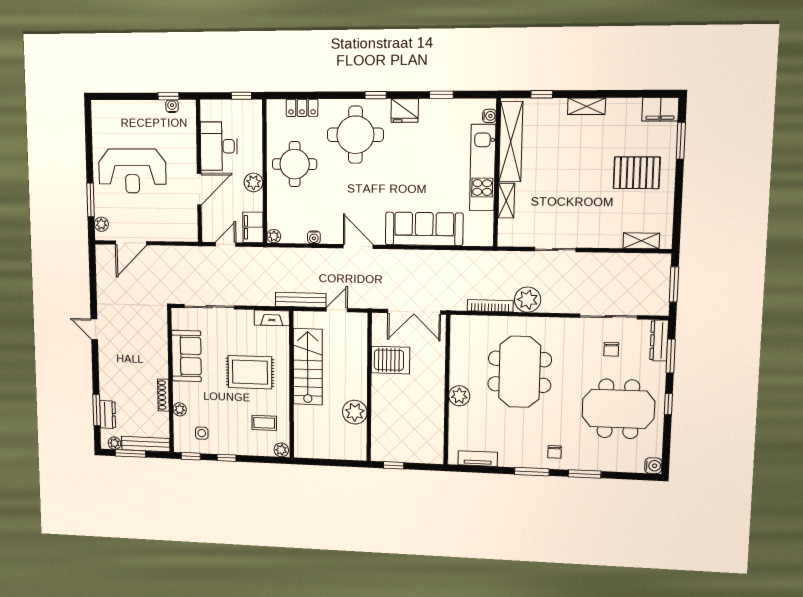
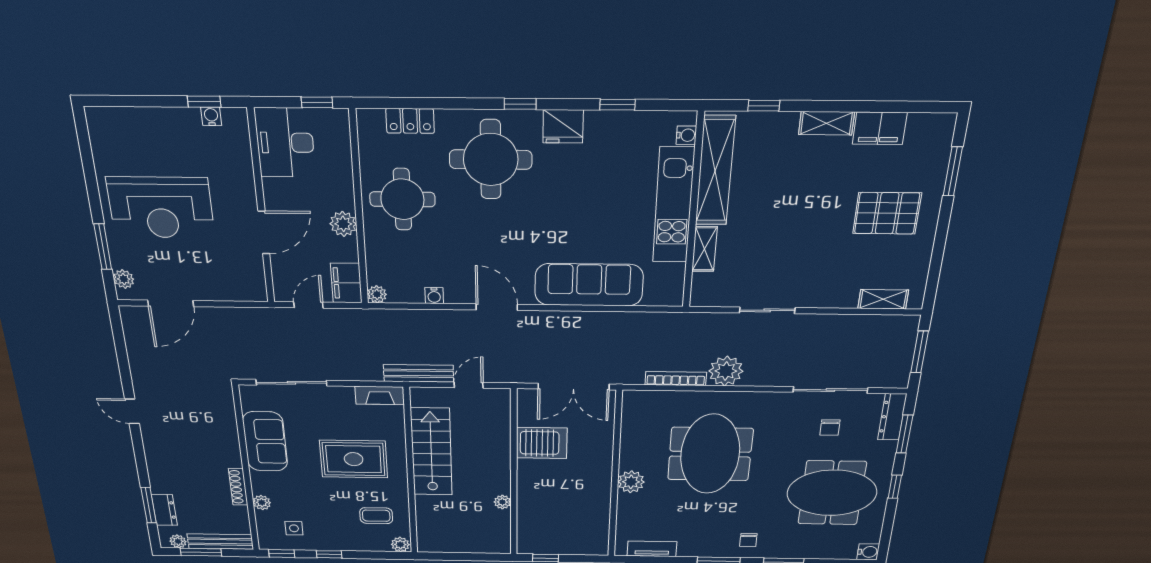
filing cabinet: (660, 109) -> (880, 128), moved
desk: (219, 146) -> (285, 143), moved
plant: (355, 412) -> (502, 502), width x0.53, depth x0.53

